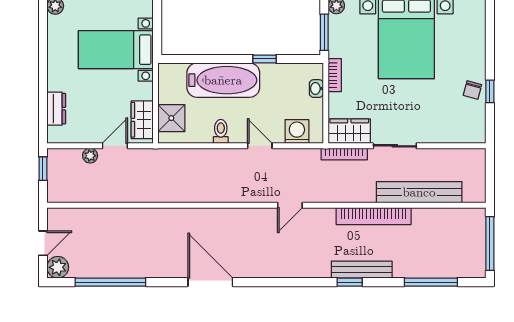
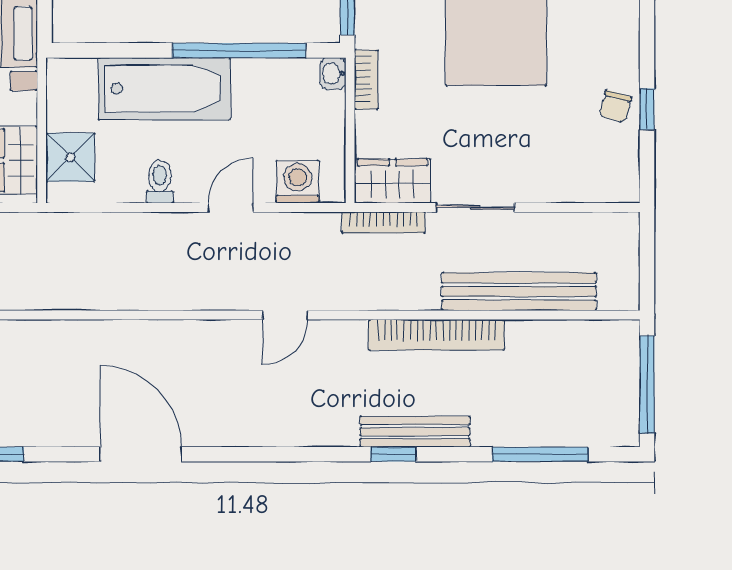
window: (265, 59) -> (239, 50), width x3.17
washbasin: (316, 89) -> (333, 73), moved
door: (260, 146) -> (230, 207), hinge flipped

